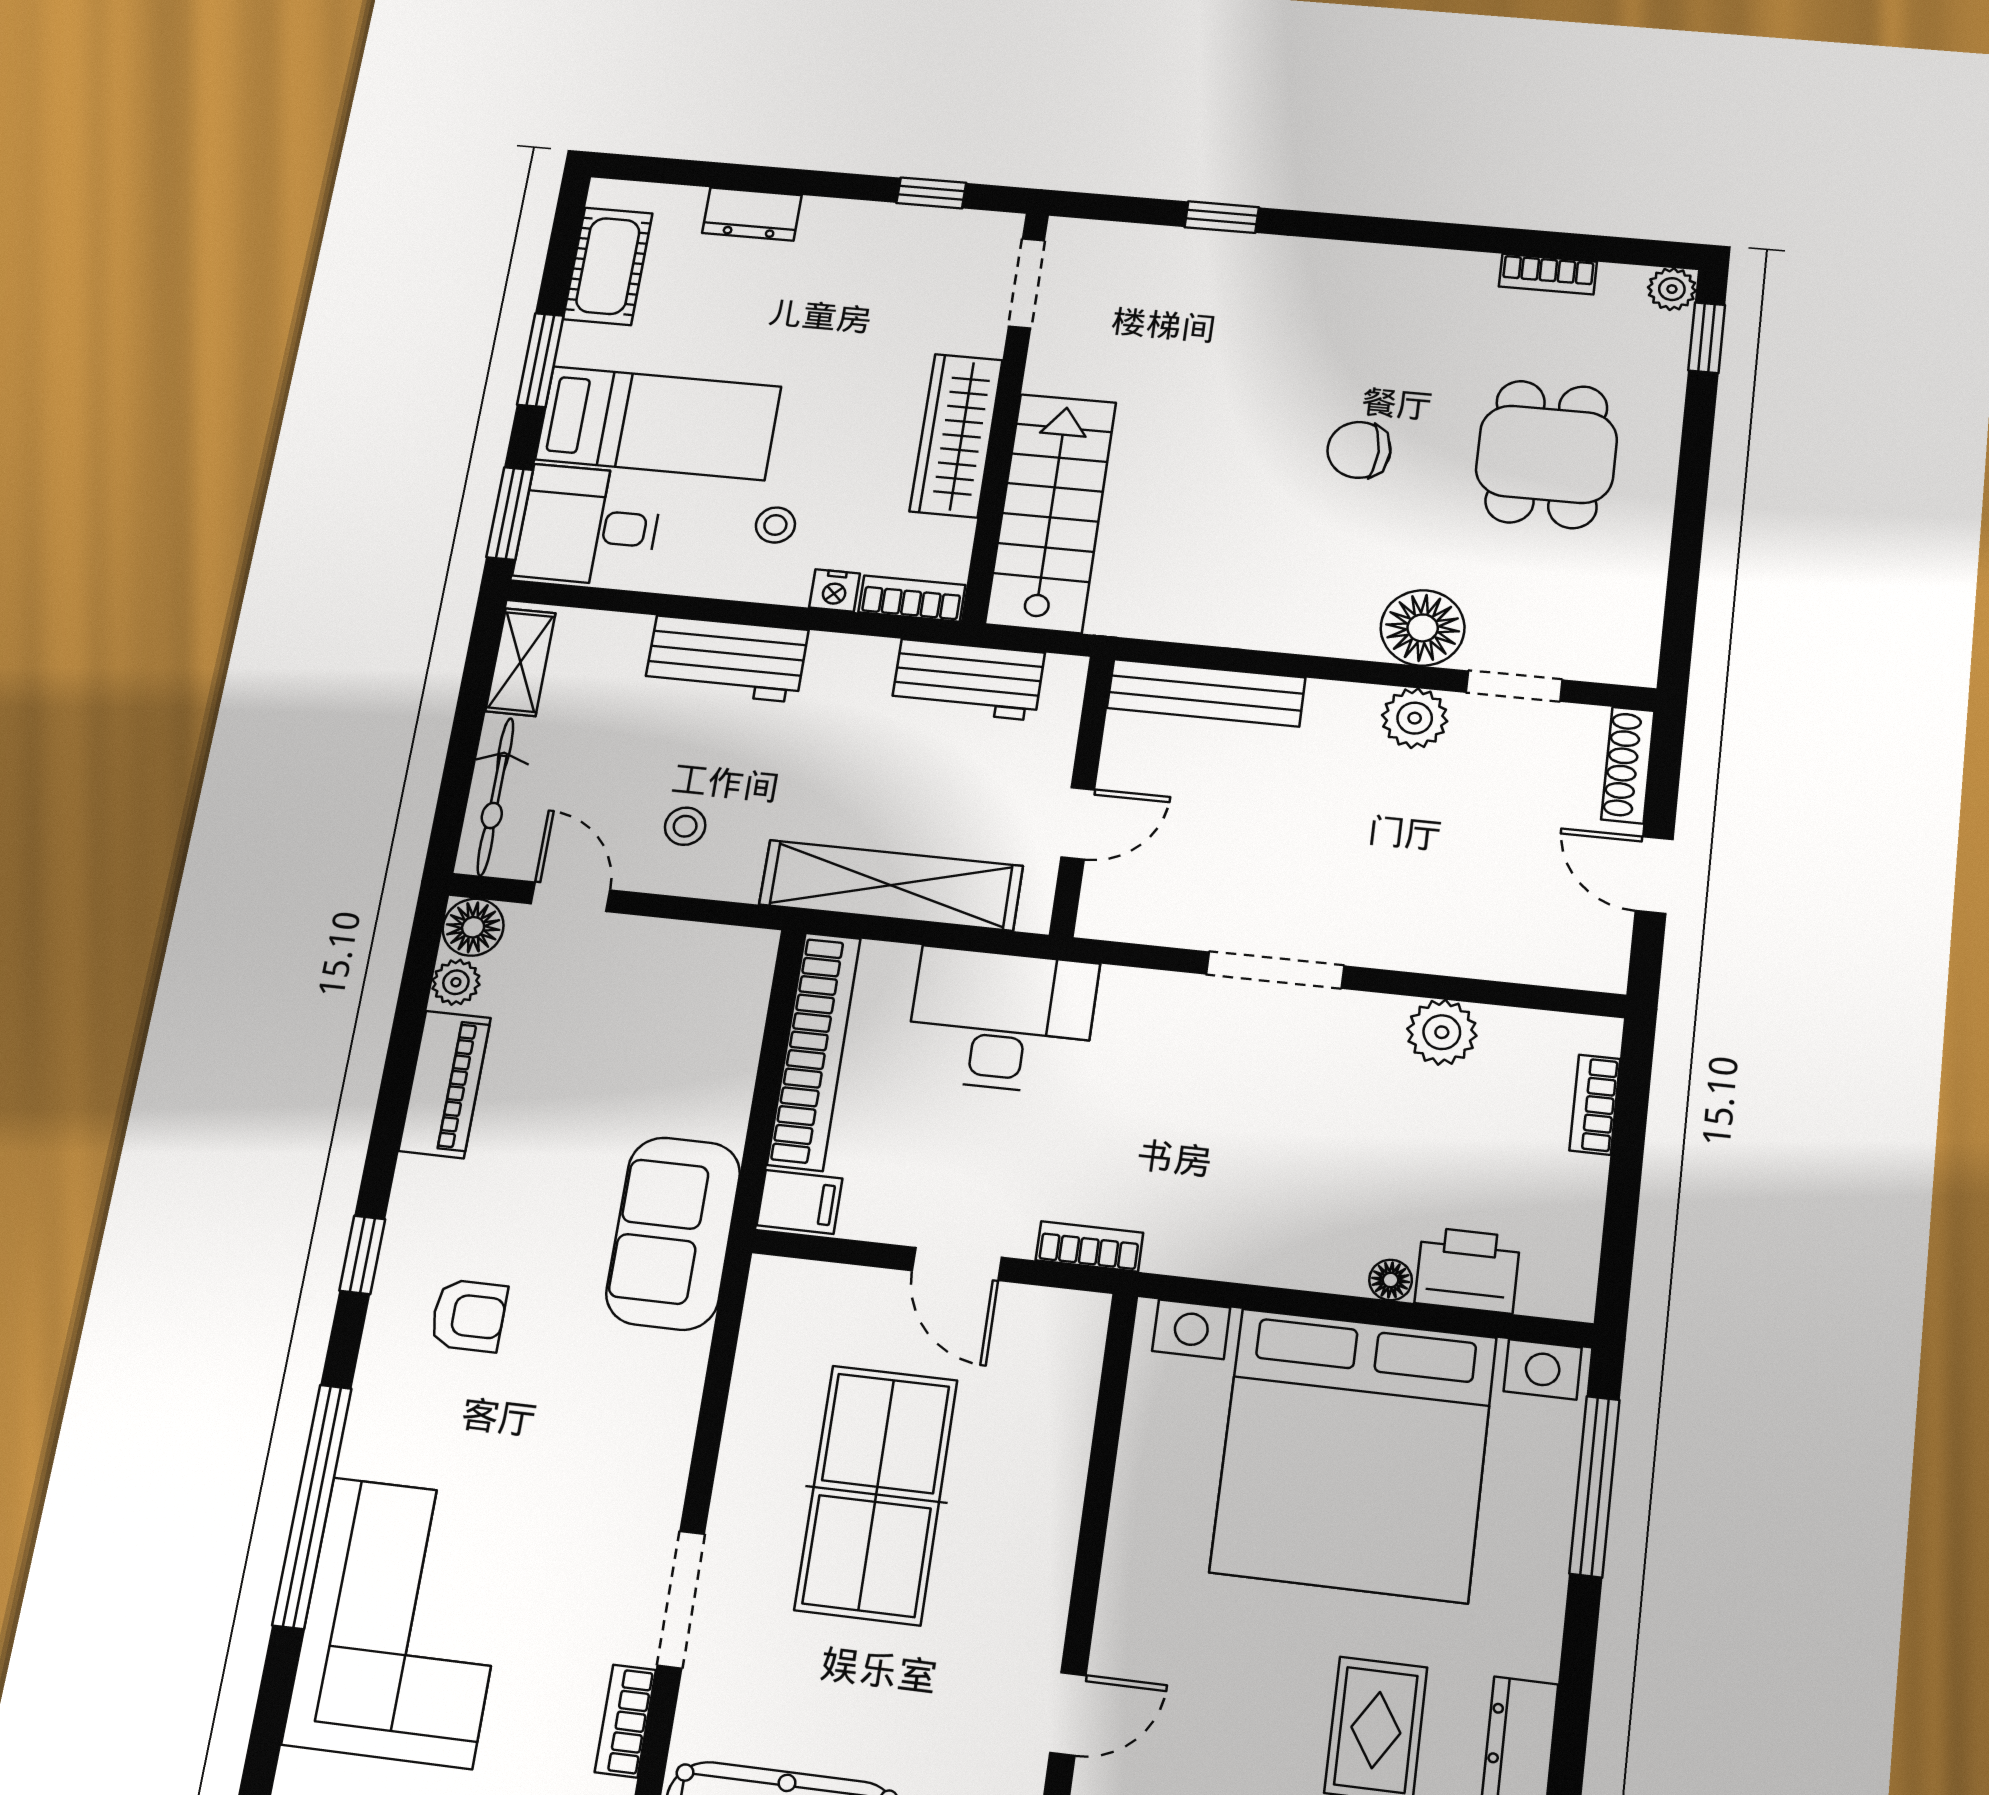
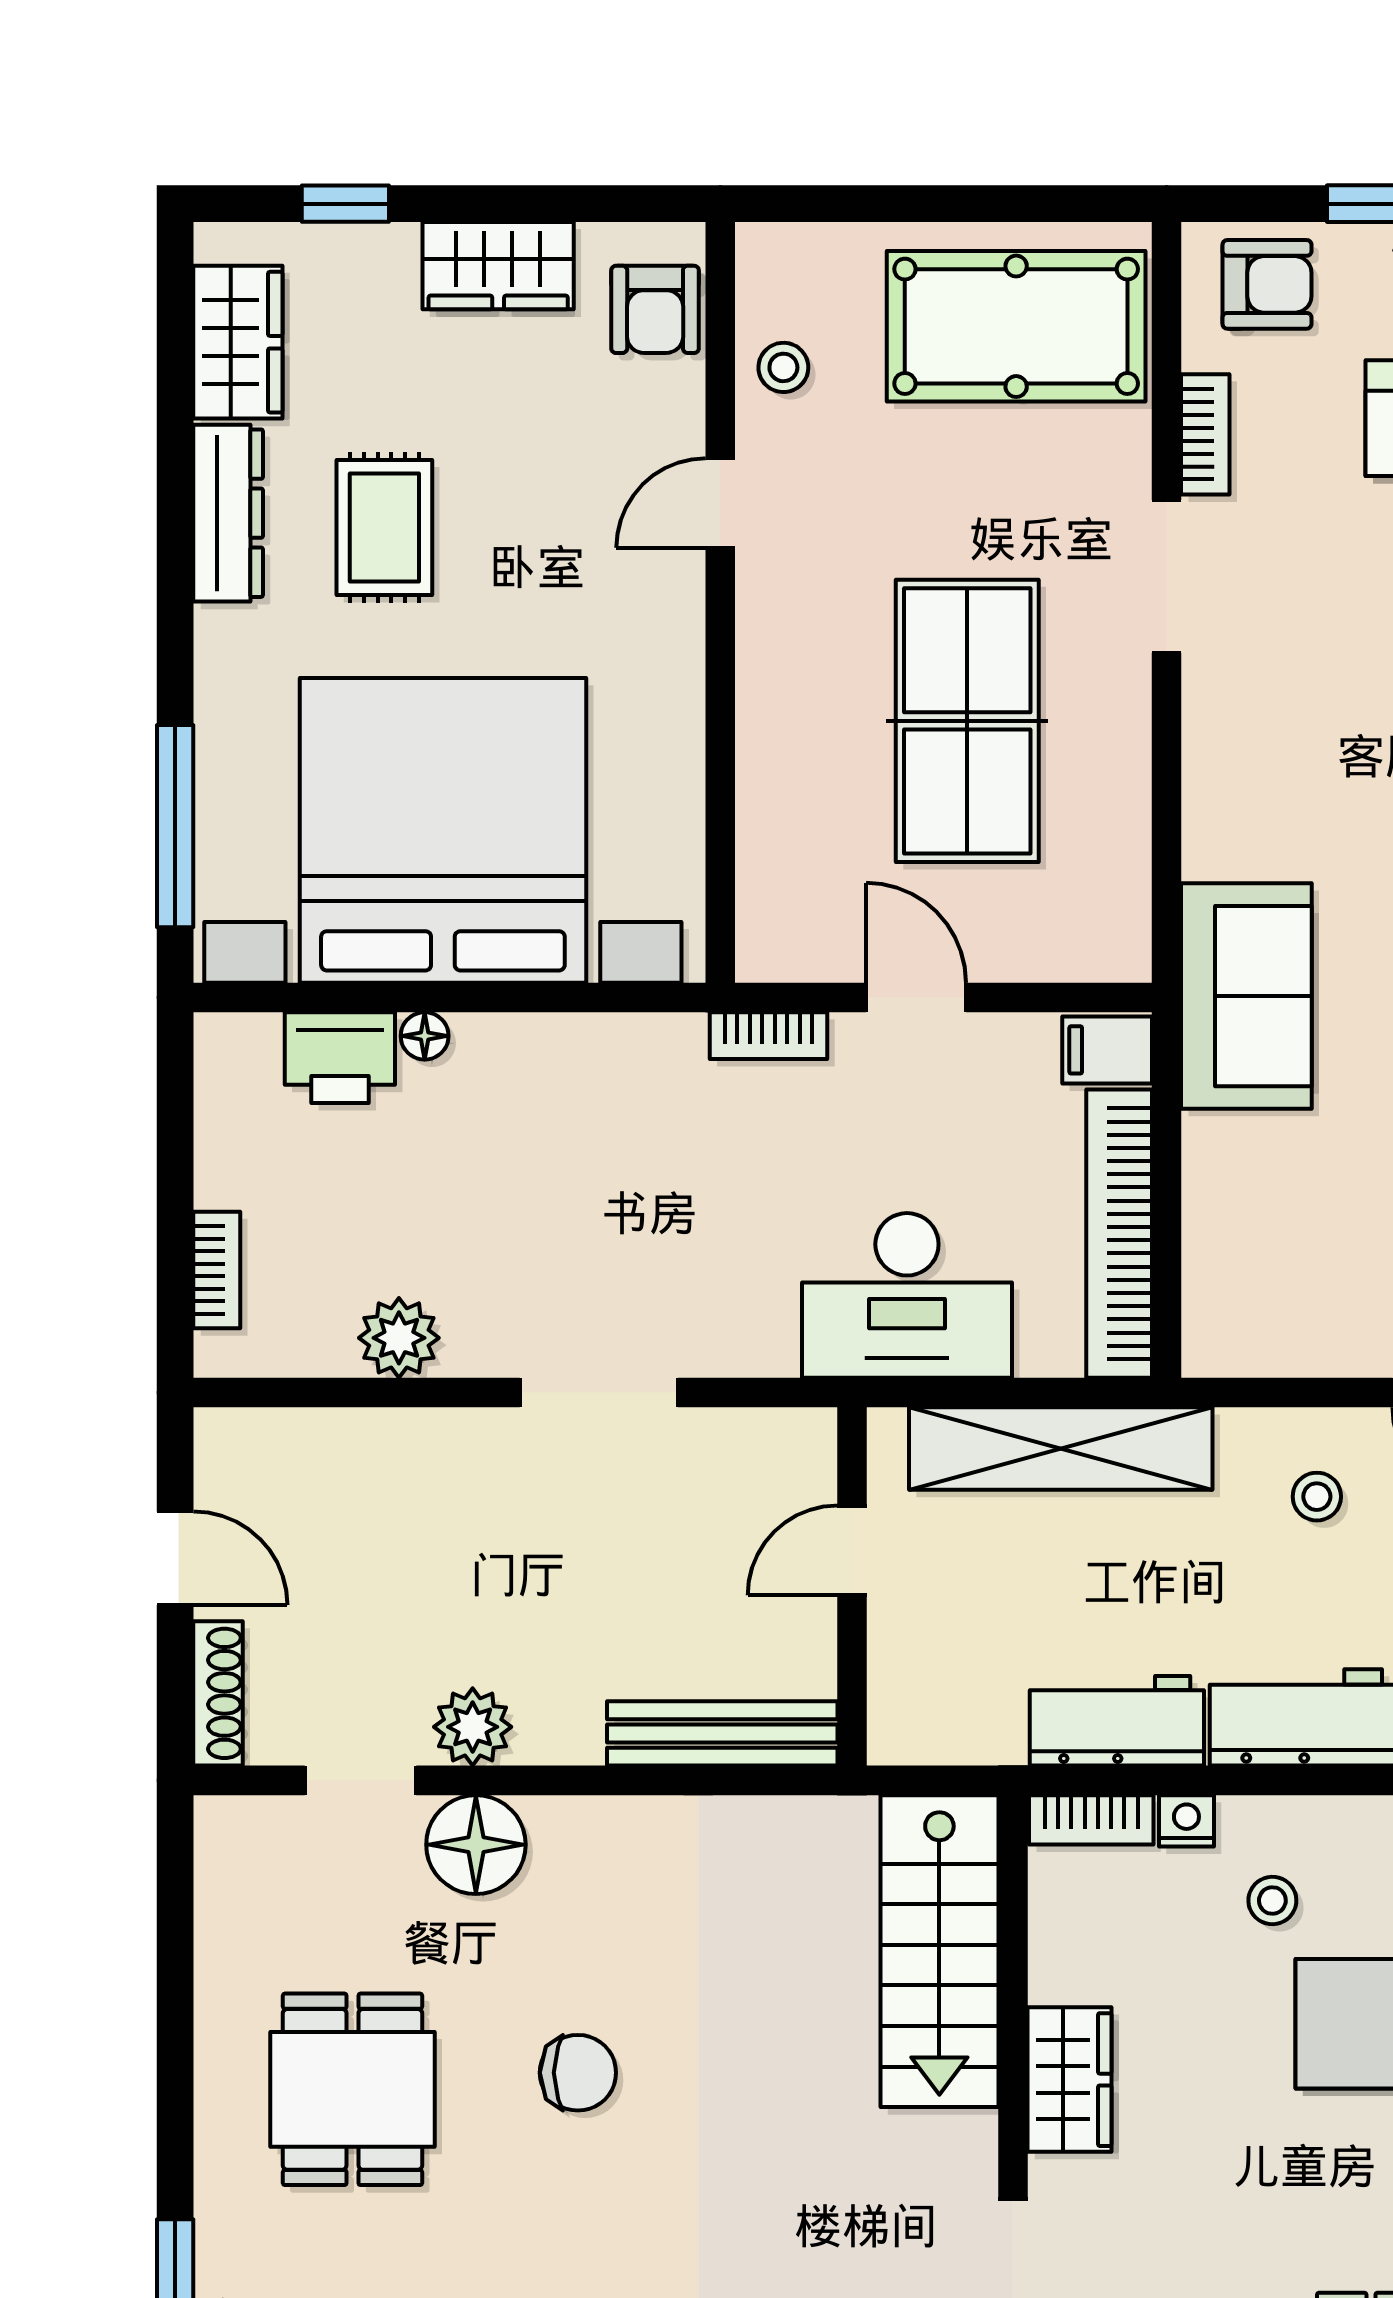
wardrobe: (956, 435) -> (1070, 2080), width x0.67
workbench: (968, 680) -> (1117, 1721), moved

